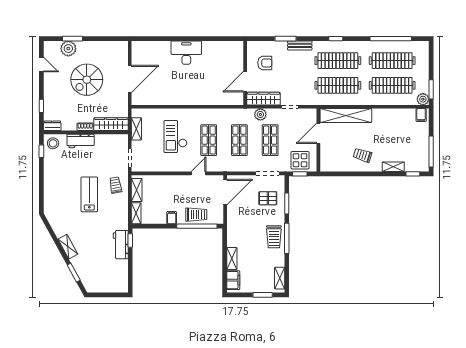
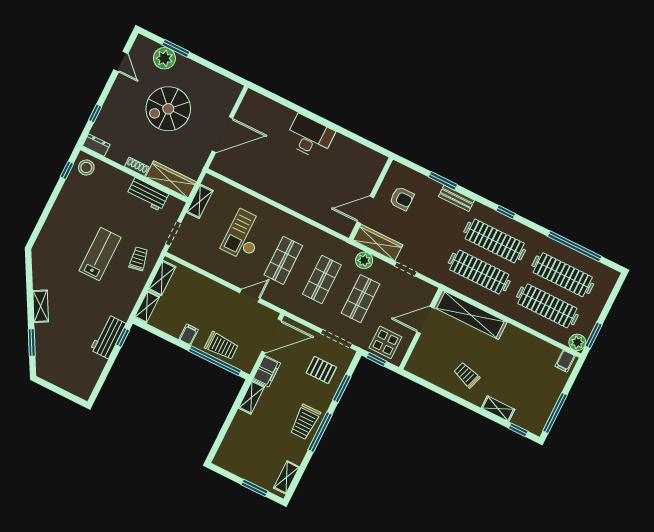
workbench: (81, 141) -> (148, 194), moved
shelving: (232, 259) -> (252, 397), moved
filing cabinet: (233, 280) -> (267, 371), moved

